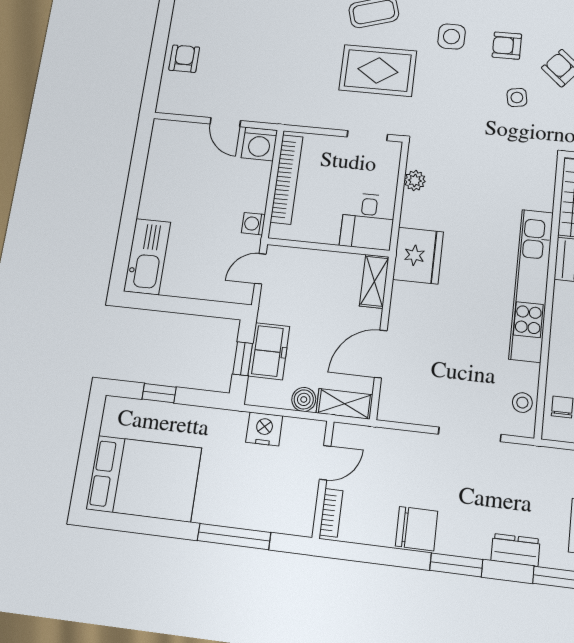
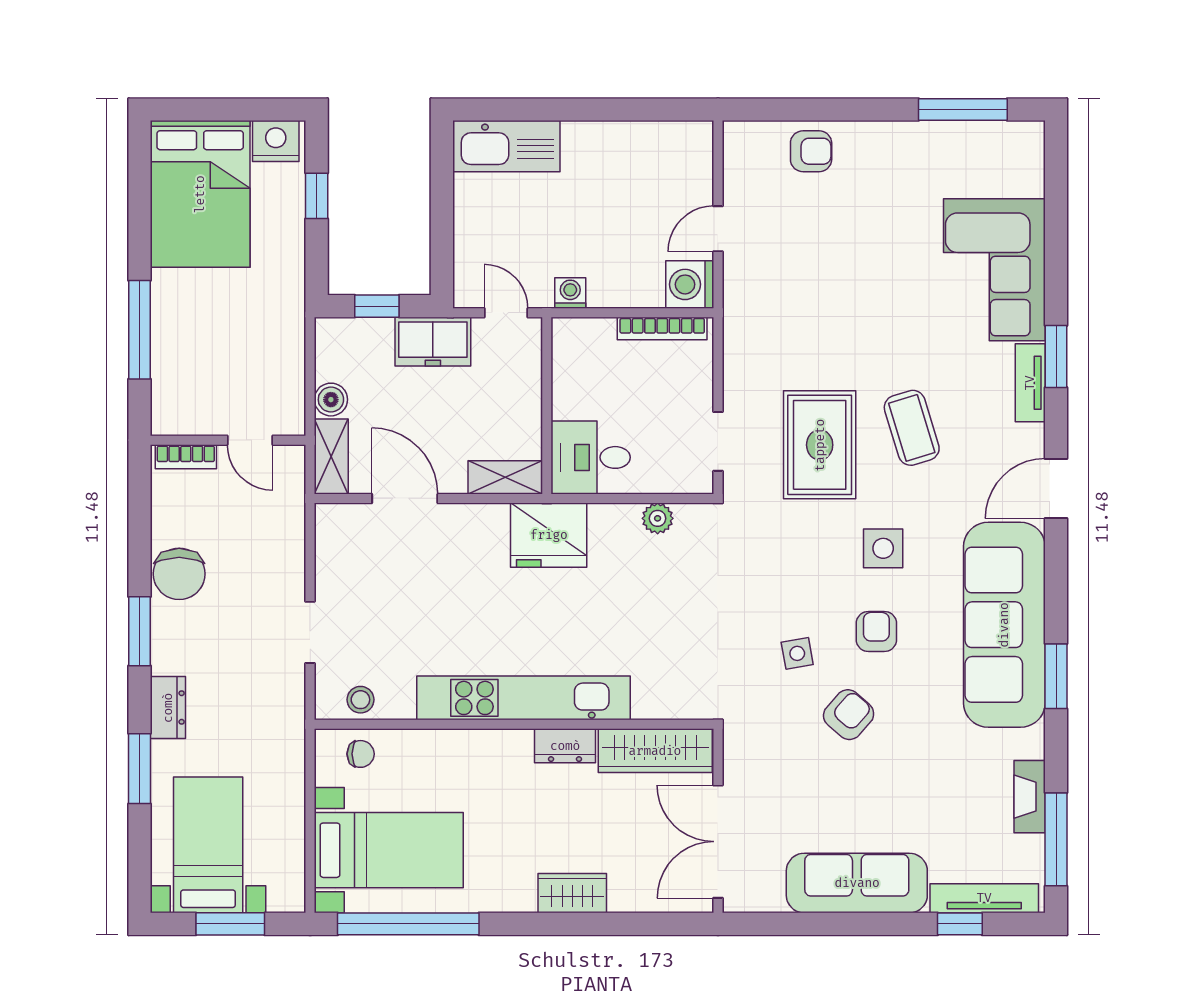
bookcase: (287, 179) -> (662, 329), width x0.68, depth x0.76
freezer: (269, 351) -> (433, 342), moved
nightstand: (264, 429) -> (276, 141), moved, turned -90
doorway: (470, 434) -> (310, 632), width x0.73

